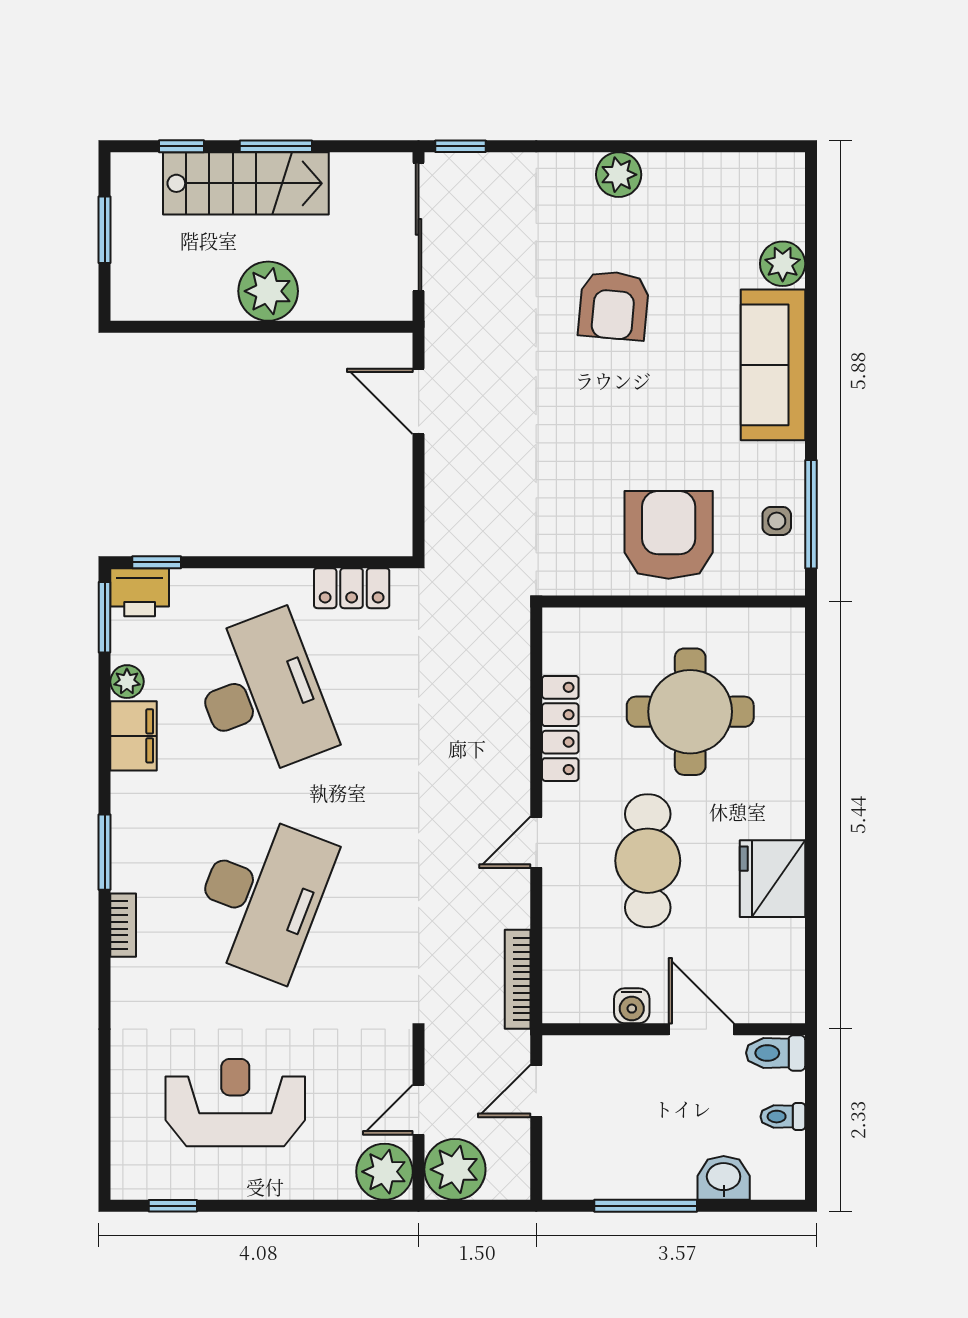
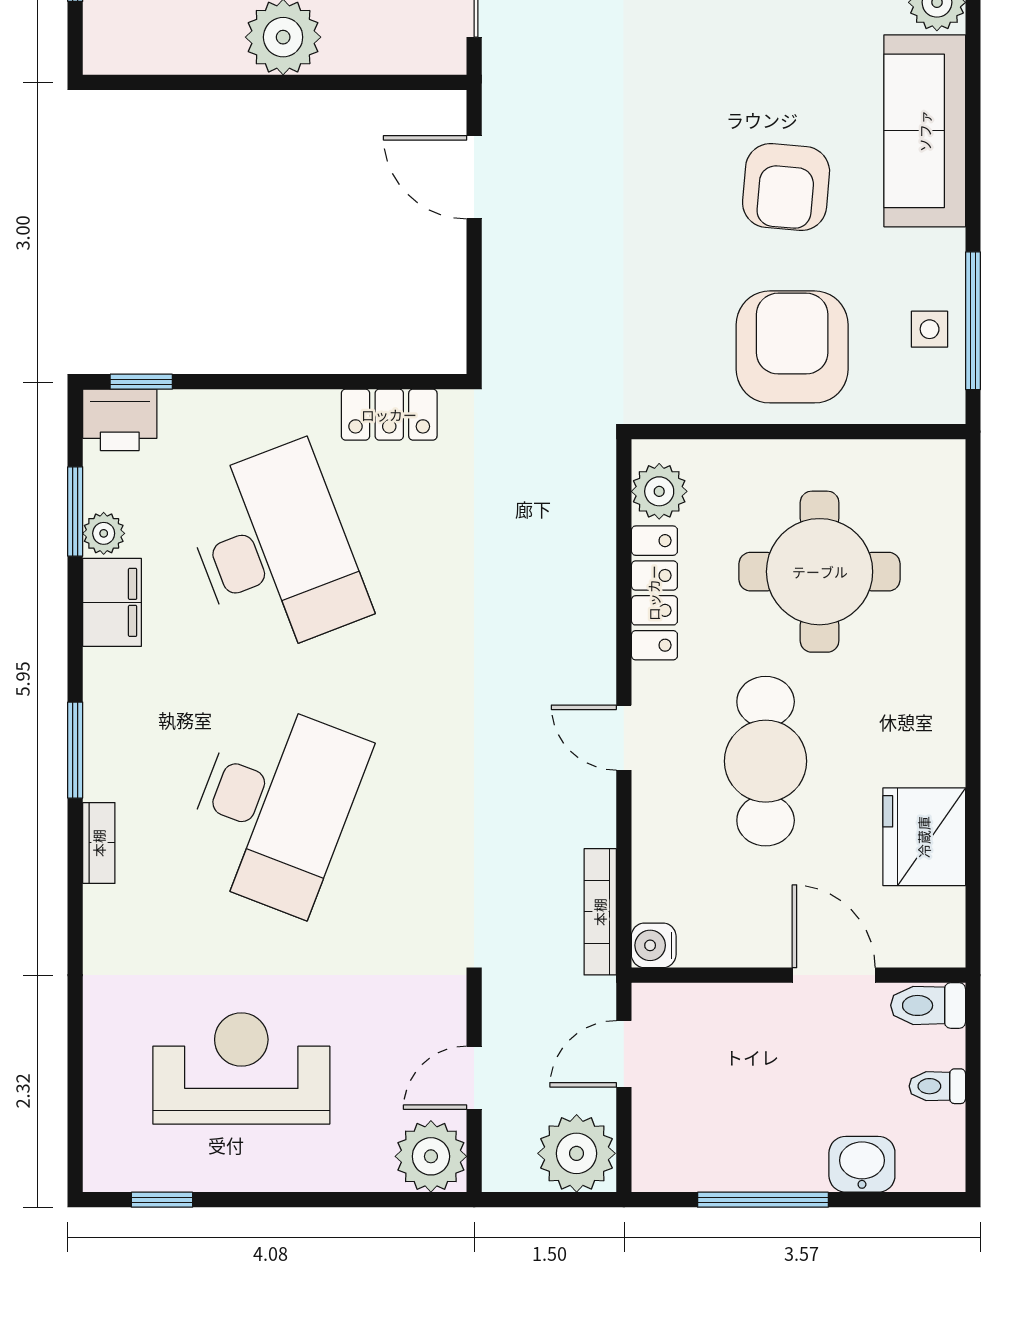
armchair: (614, 305) -> (786, 187), moved
window: (105, 617) -> (75, 511), moved
plant: (564, 648) -> (659, 491), added
door: (536, 842) -> (624, 738), hinge flipped
fridge: (772, 879) -> (924, 837), moved
water cooler: (632, 1006) -> (654, 945), moved, turned 90
plant: (455, 1169) -> (577, 1153), moved

